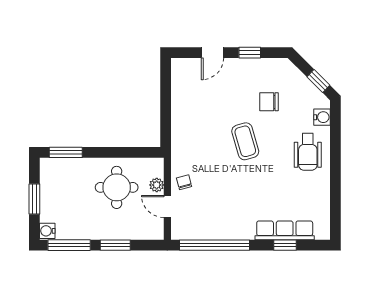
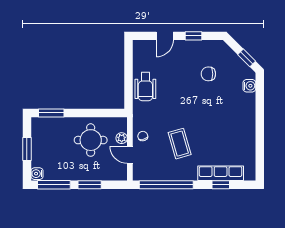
coffee table: (245, 141) -> (180, 144), moved
wheelchair: (308, 152) -> (145, 87), moved

